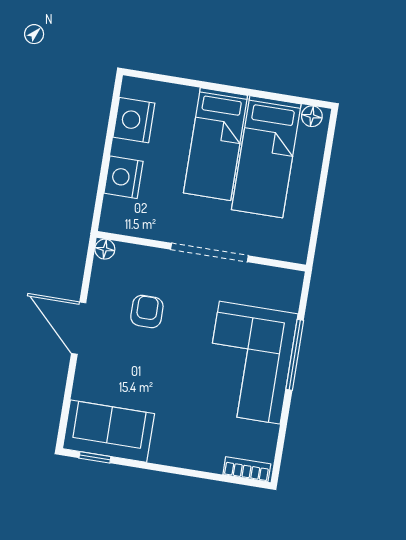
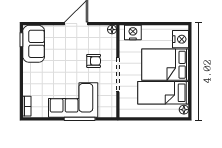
nightstand: (134, 120) -> (181, 39), moved, turned 90
bed: (215, 144) -> (165, 65), width x1.50
nightstand: (124, 177) -> (133, 33), moved
armchair: (147, 312) -> (94, 61), moved

